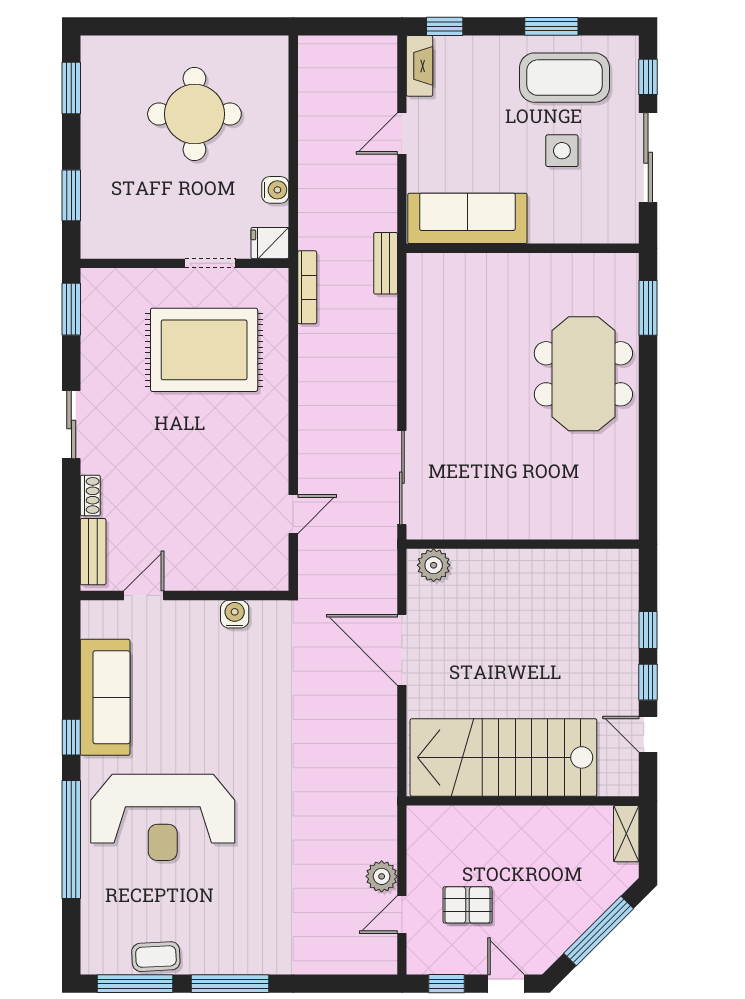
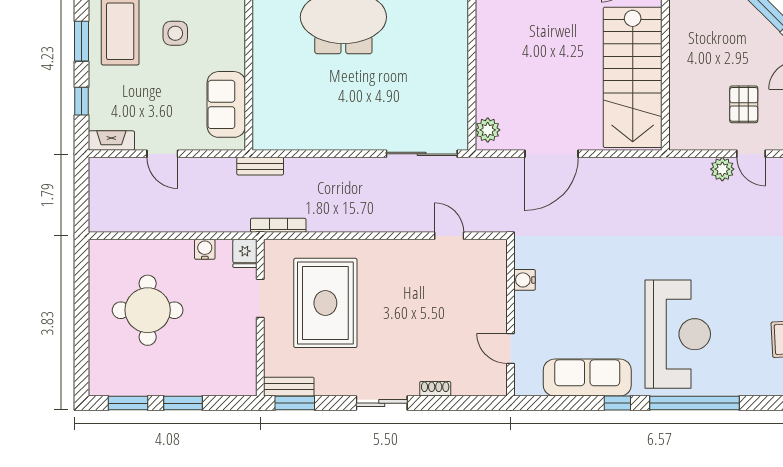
window: (445, 26) -> (82, 101), moved
window: (71, 195) -> (183, 403), moved
sofa: (467, 218) -> (226, 104), width x0.73
bench: (93, 552) -> (289, 387), moved

